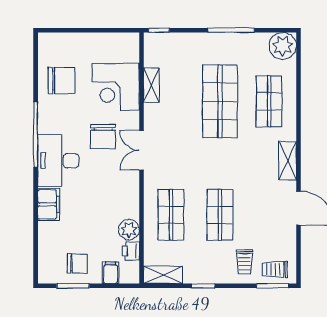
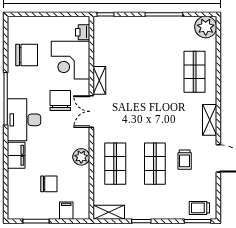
shelving: (151, 85) -> (99, 80), moved
shop shelf: (220, 101) -> (155, 72), removed
chair: (103, 137) -> (60, 100), turned 180
plant: (129, 230) -> (81, 157), moved
printer: (131, 251) -> (83, 32), moved
trolley: (244, 262) -> (185, 160), moved
chair: (77, 263) -> (49, 184), moved

